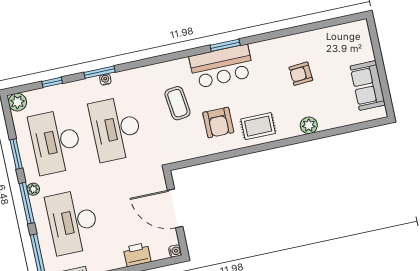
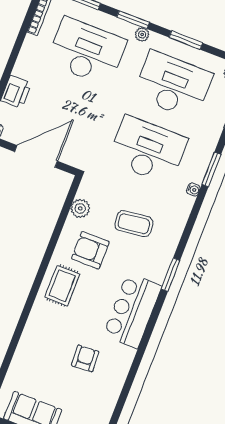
window: (225, 45) -> (171, 275), moved
bar counter: (222, 66) -> (132, 311), moved
water cooler: (105, 80) -> (193, 190), moved
plant: (309, 125) -> (80, 208), moved
window: (27, 203) -> (133, 20), width x0.69

